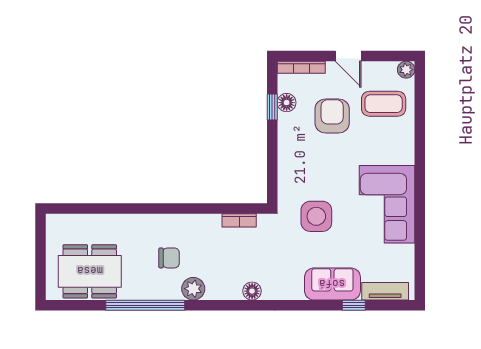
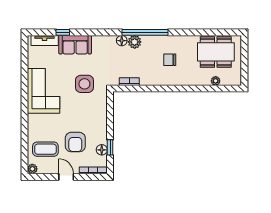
plant: (90, 222) -> (216, 81), added
plant: (193, 289) -> (135, 42), moved
window: (145, 305) -> (145, 32), moved

